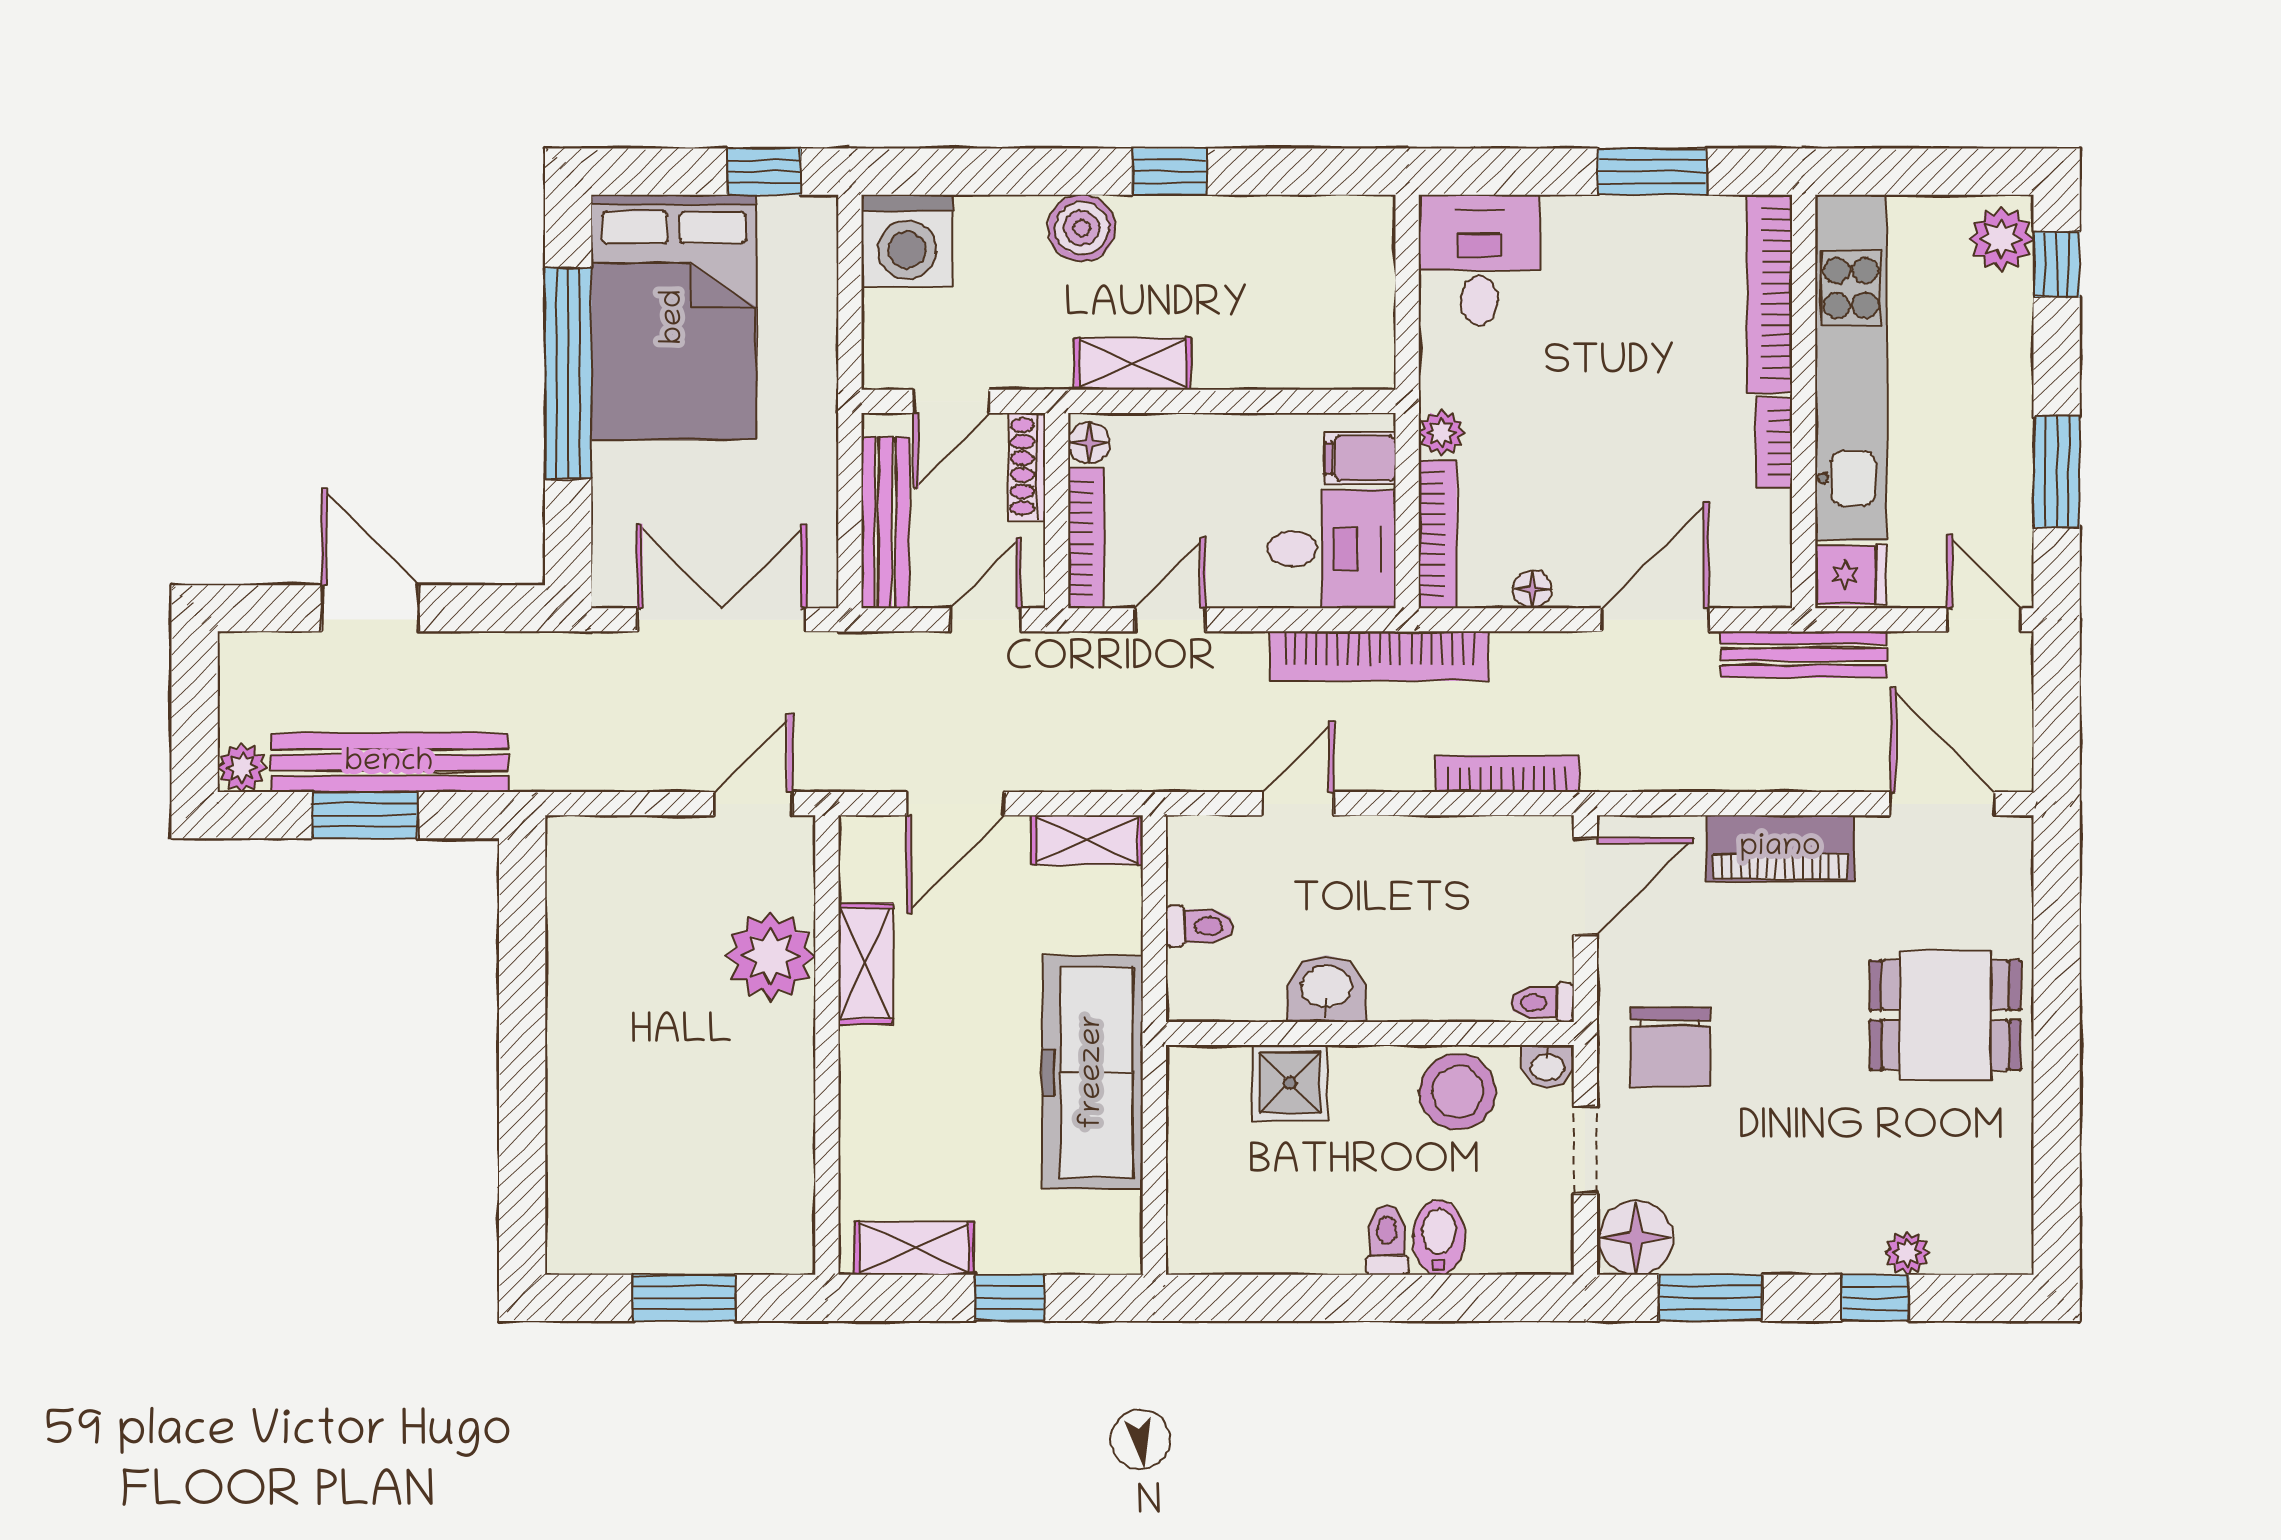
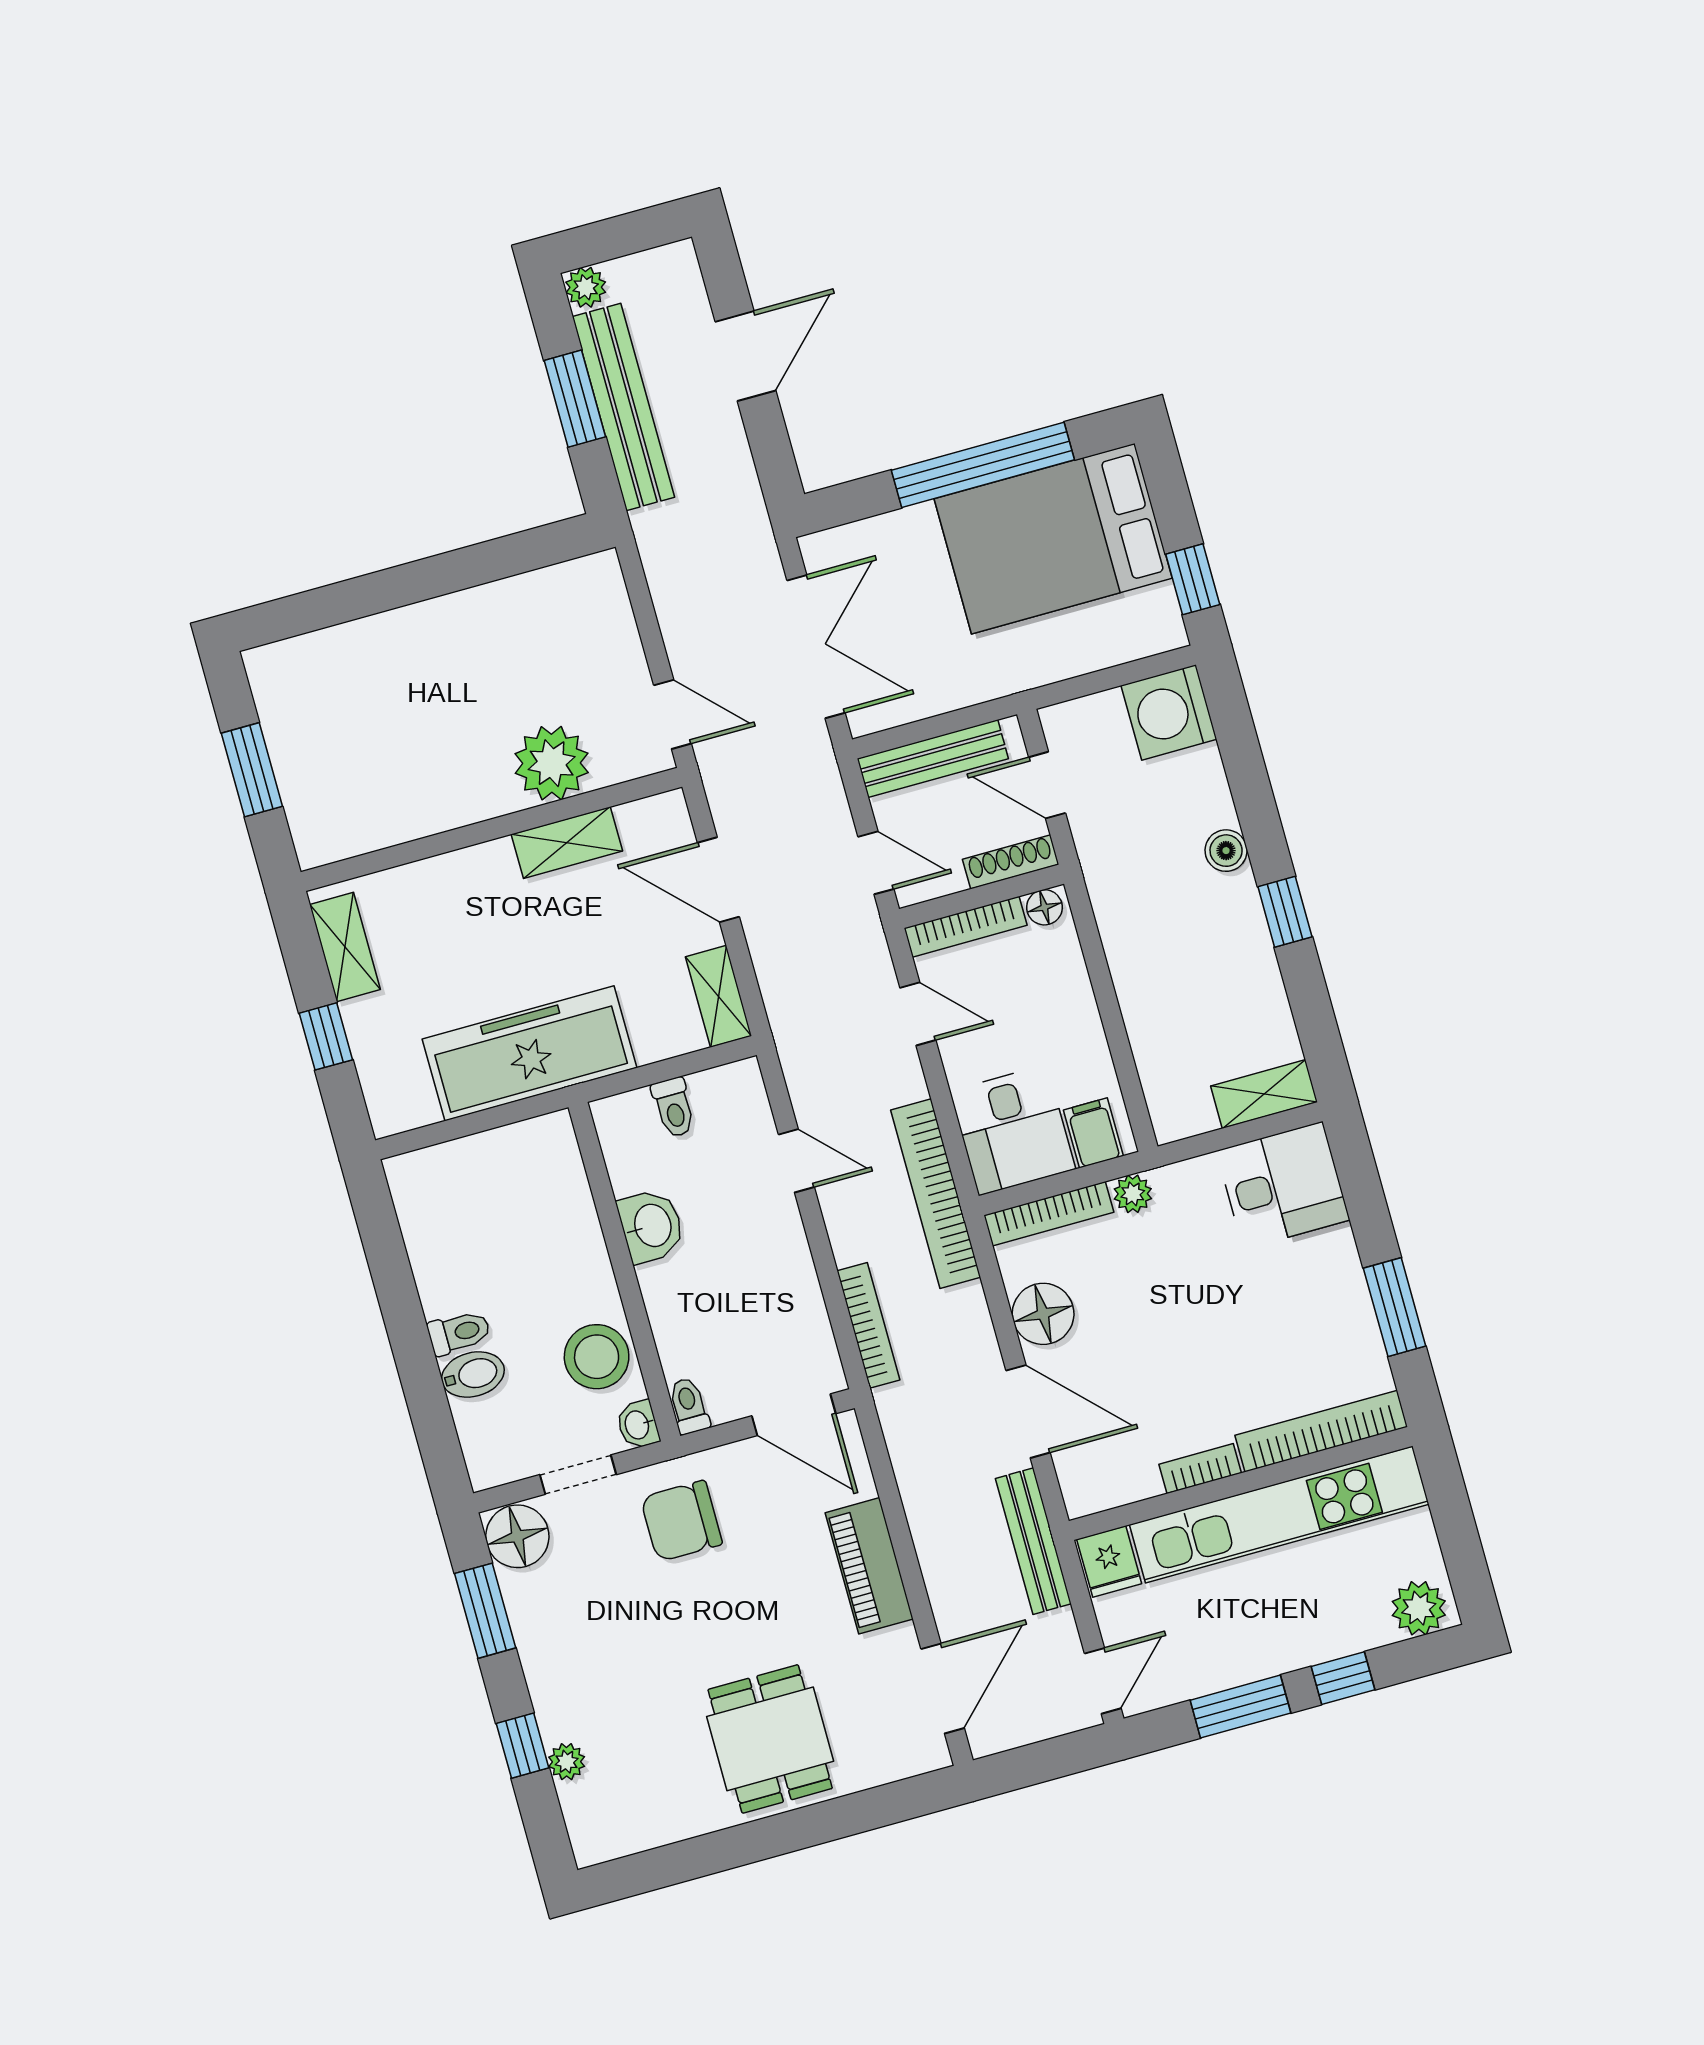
boiler: (1082, 228) -> (1226, 851), width x0.73, depth x0.73
window: (2057, 264) -> (1343, 1678), moved
shelving: (1133, 364) -> (1264, 1094), moved, turned 90
floor lamp: (1532, 589) -> (1043, 1314), width x1.89, depth x1.89
shower: (1290, 1083) -> (566, 1217), removed

